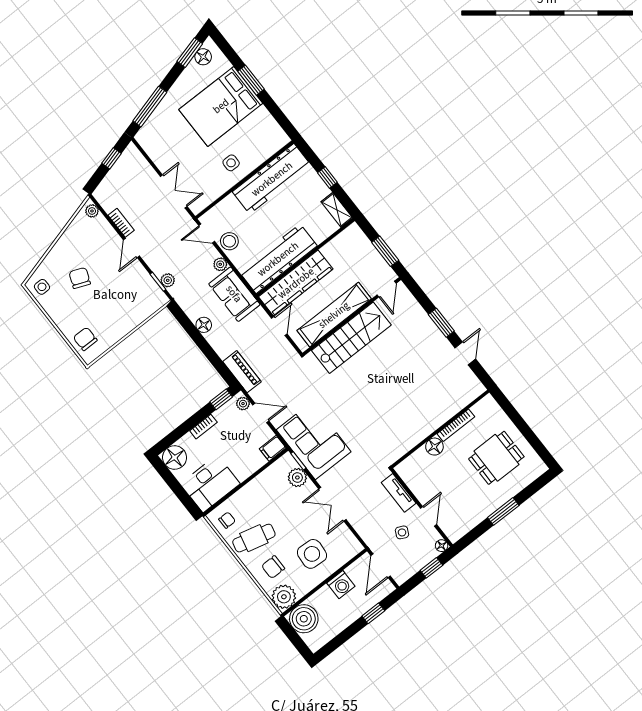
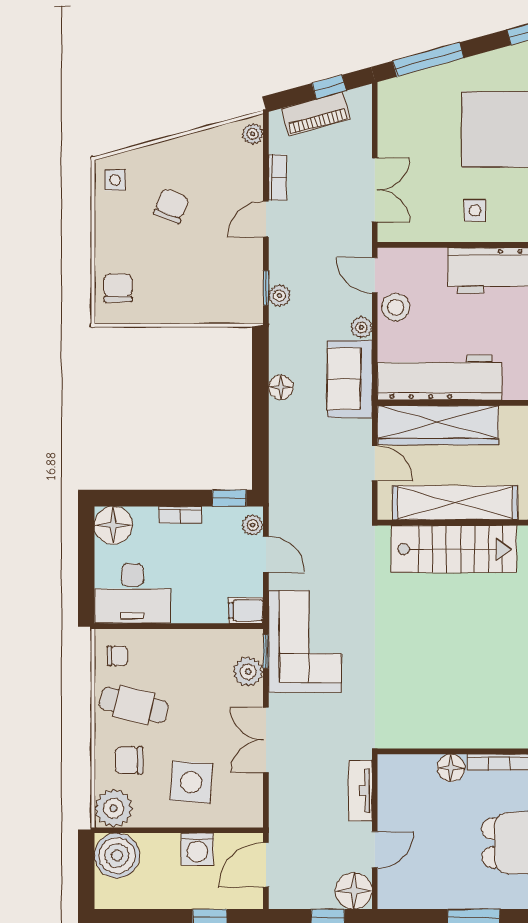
door: (279, 326) -> (375, 463), hinge flipped
piano: (242, 372) -> (316, 114), moved, turned 75
side table: (402, 532) -> (326, 844), removed
floor lamp: (442, 546) -> (354, 891), width x1.89, depth x1.89

